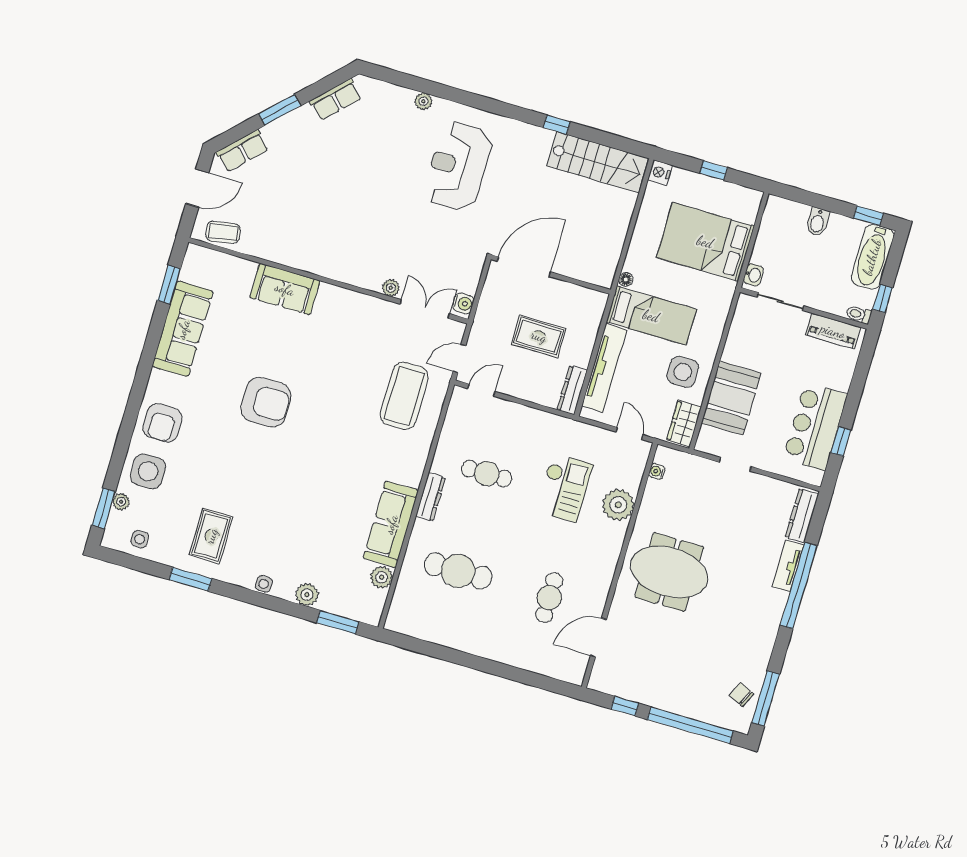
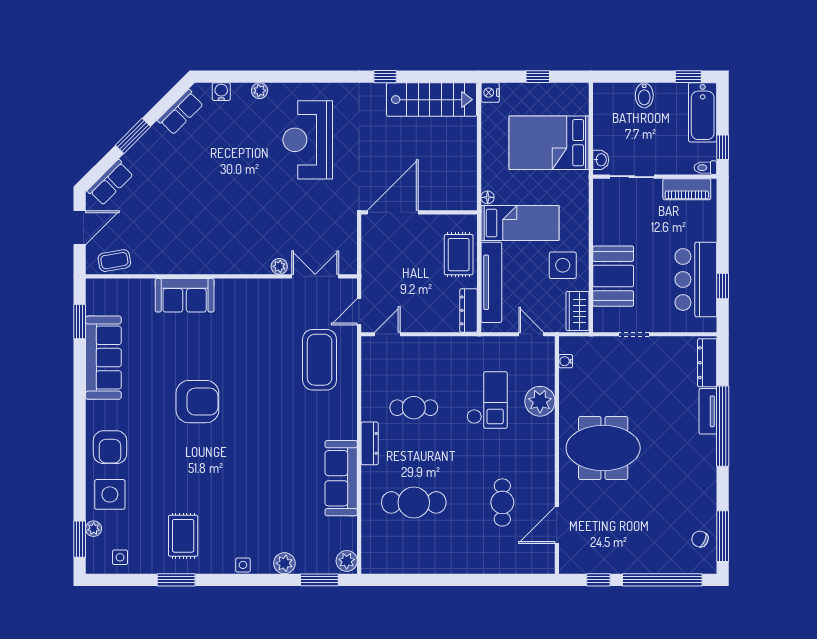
water cooler: (463, 303) -> (221, 92), moved, turned -90
rug: (539, 336) -> (459, 255), moved, turned 90
plant: (382, 577) -> (347, 561), moved

